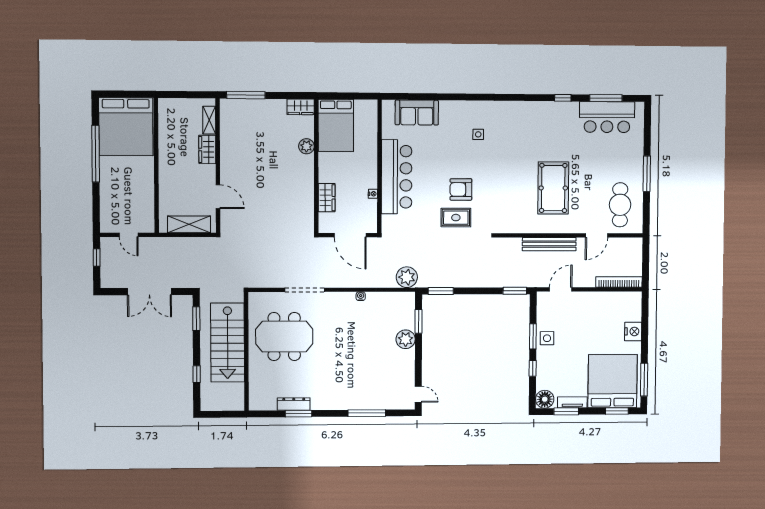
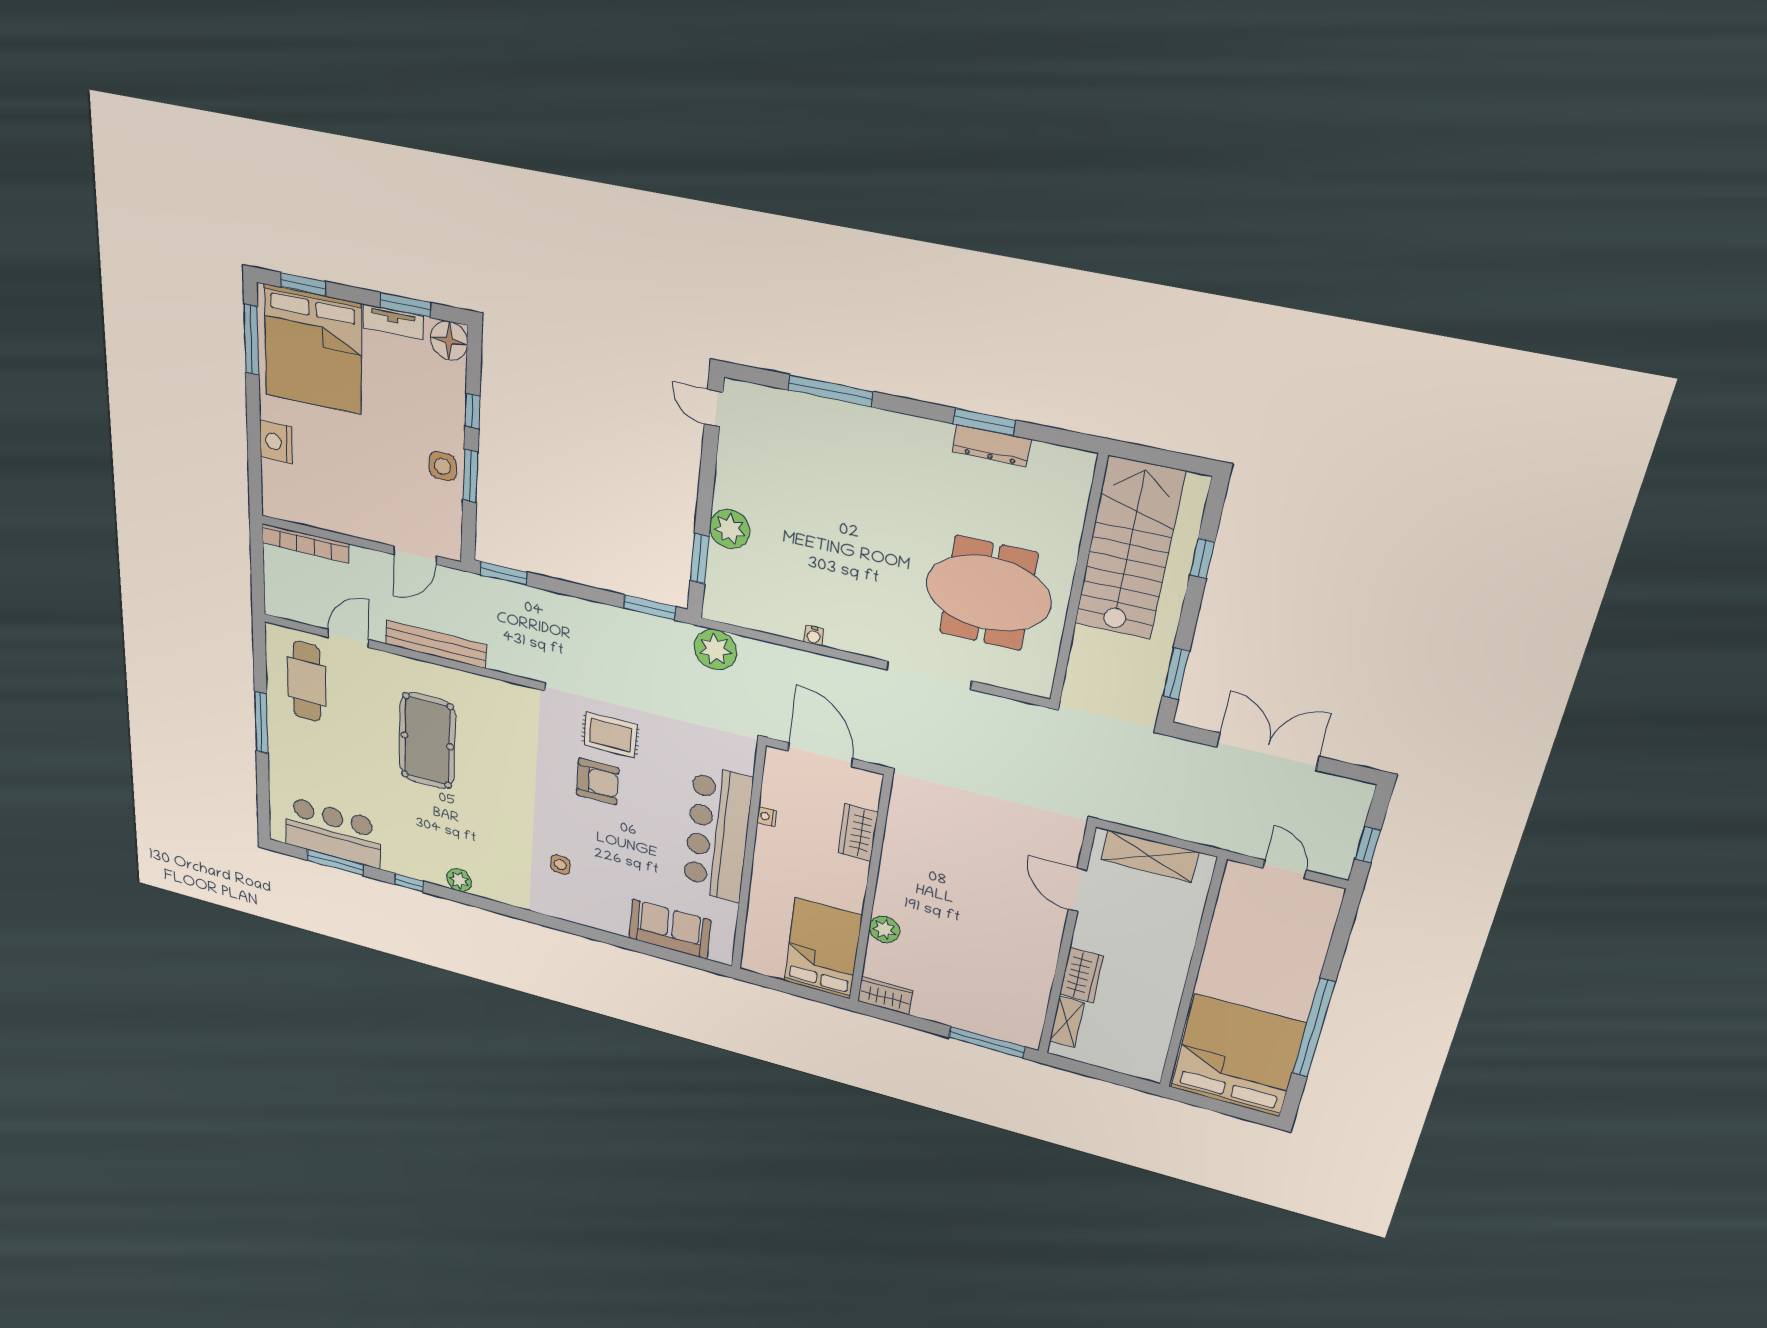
plant: (534, 108) -> (459, 880), added
stairs: (227, 342) -> (1129, 549), moved

